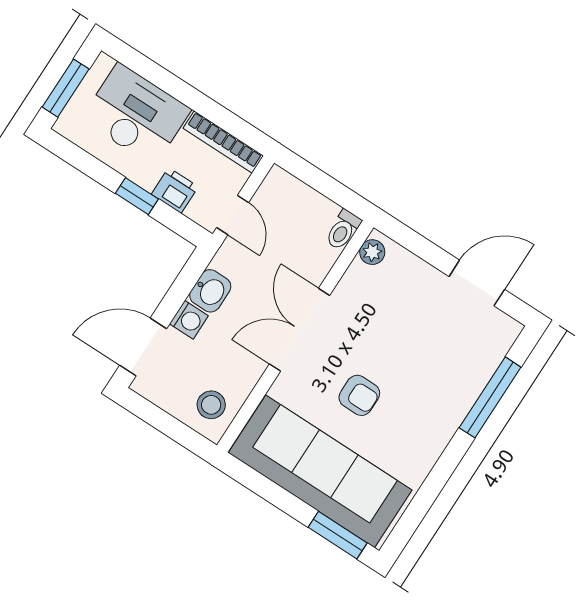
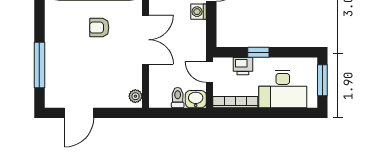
toilet: (343, 230) -> (178, 98), moved
washbasin: (210, 291) -> (196, 99), moved, turned 90

